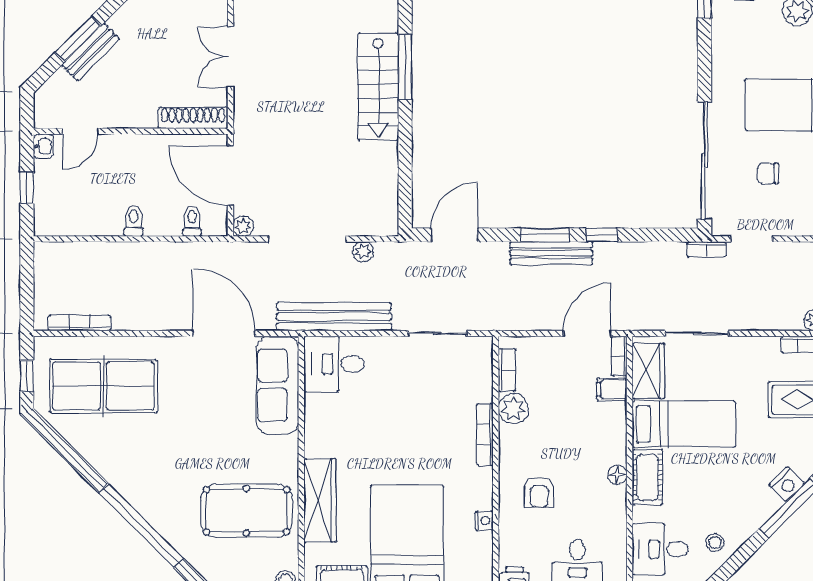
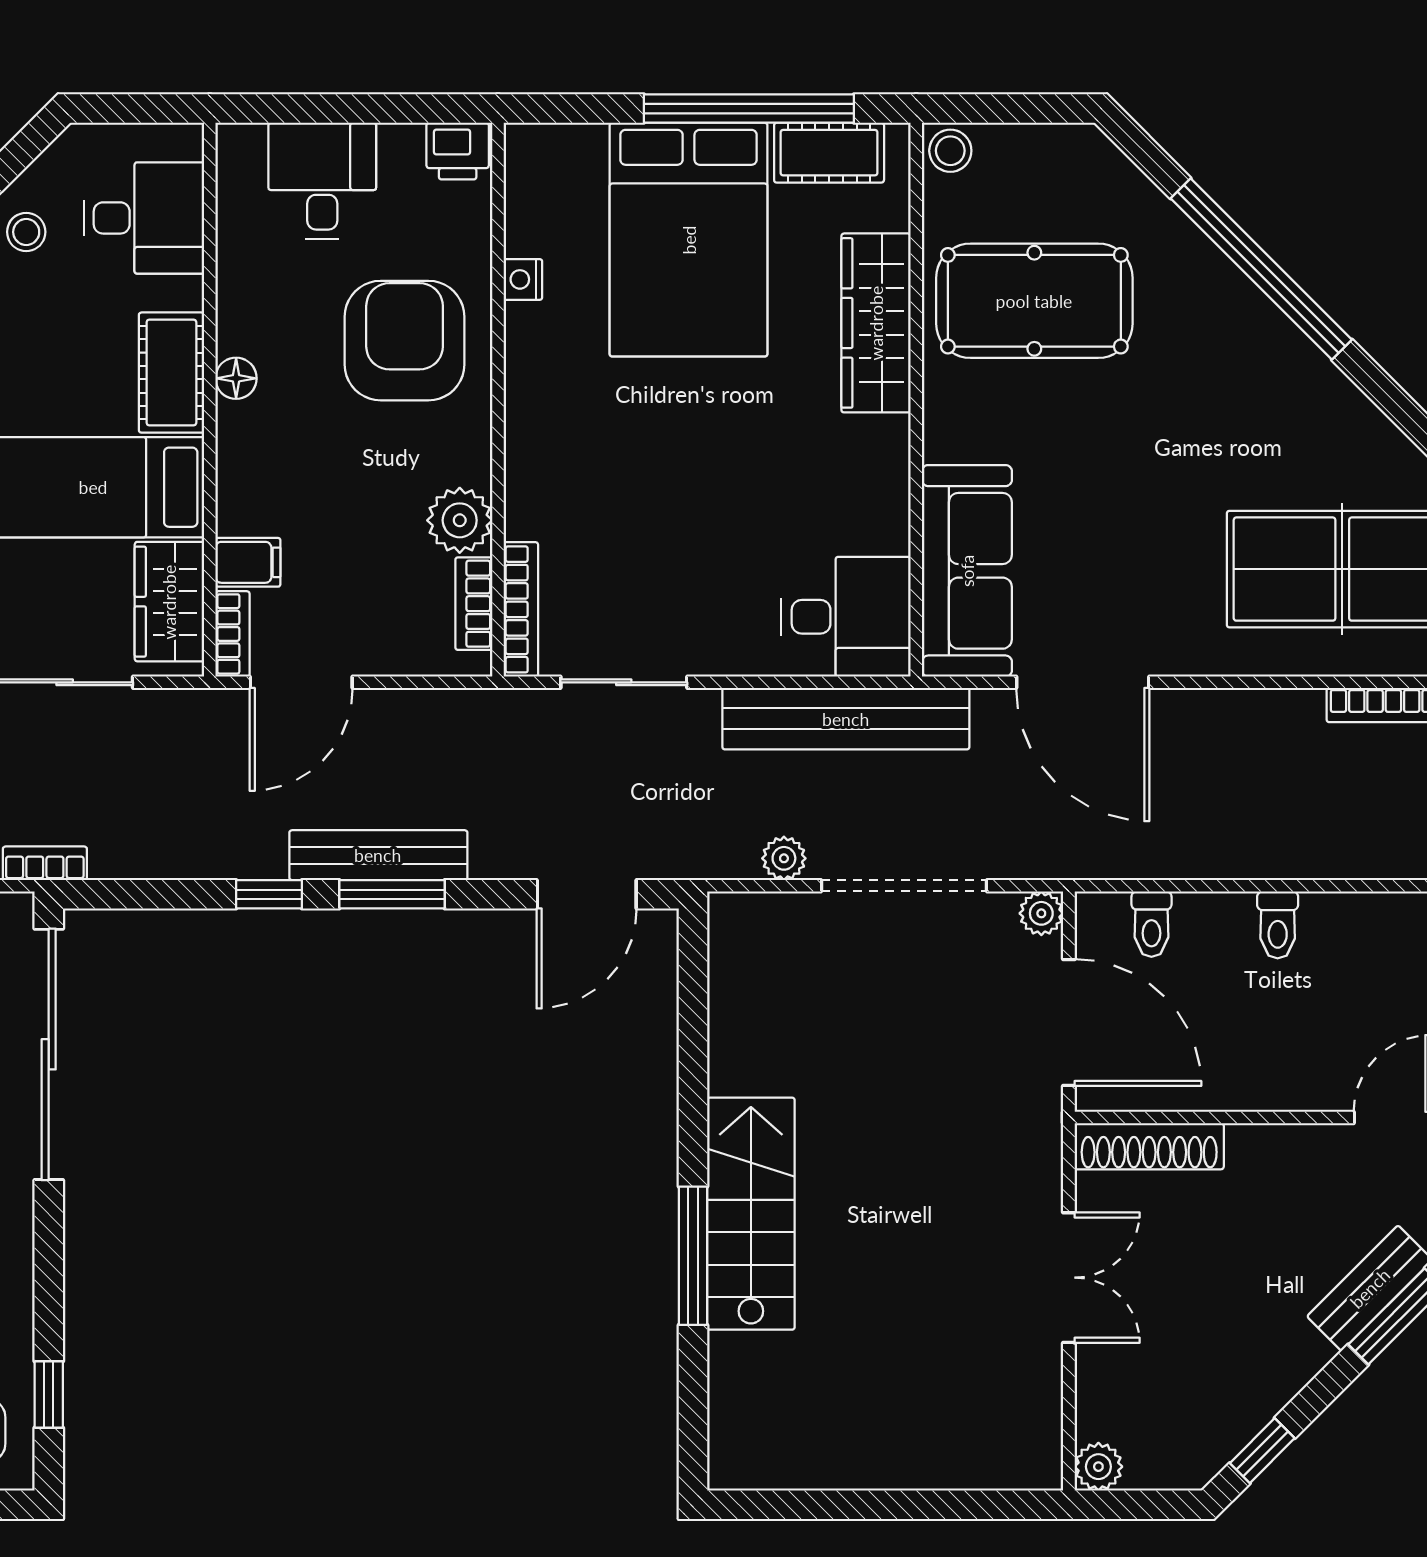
bookcase: (485, 435) -> (521, 609), moved
armchair: (539, 492) -> (405, 341), width x1.88, depth x1.88

